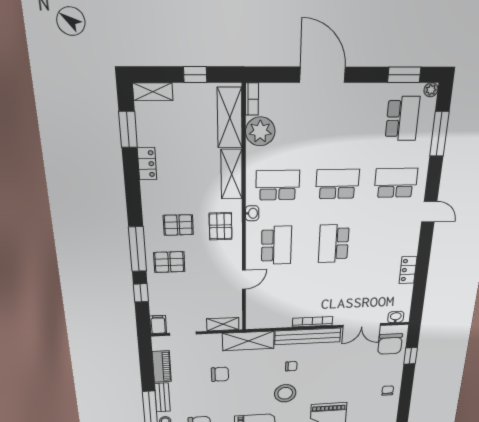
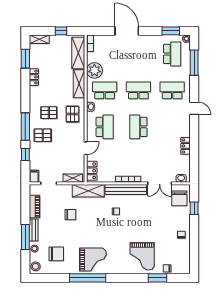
plant: (260, 131) -> (94, 70), moved
locker: (254, 312) -> (92, 171), added
stool: (285, 393) -> (112, 232), removed

